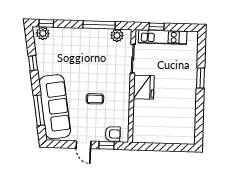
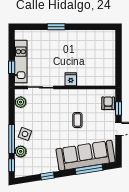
window: (99, 25) -> (12, 139), moved
plant: (43, 33) -> (21, 151), moved
side table: (81, 39) -> (25, 134), added
fridge: (144, 87) -> (71, 79), width x0.53, depth x0.75

